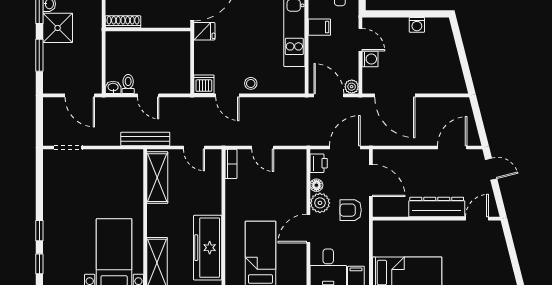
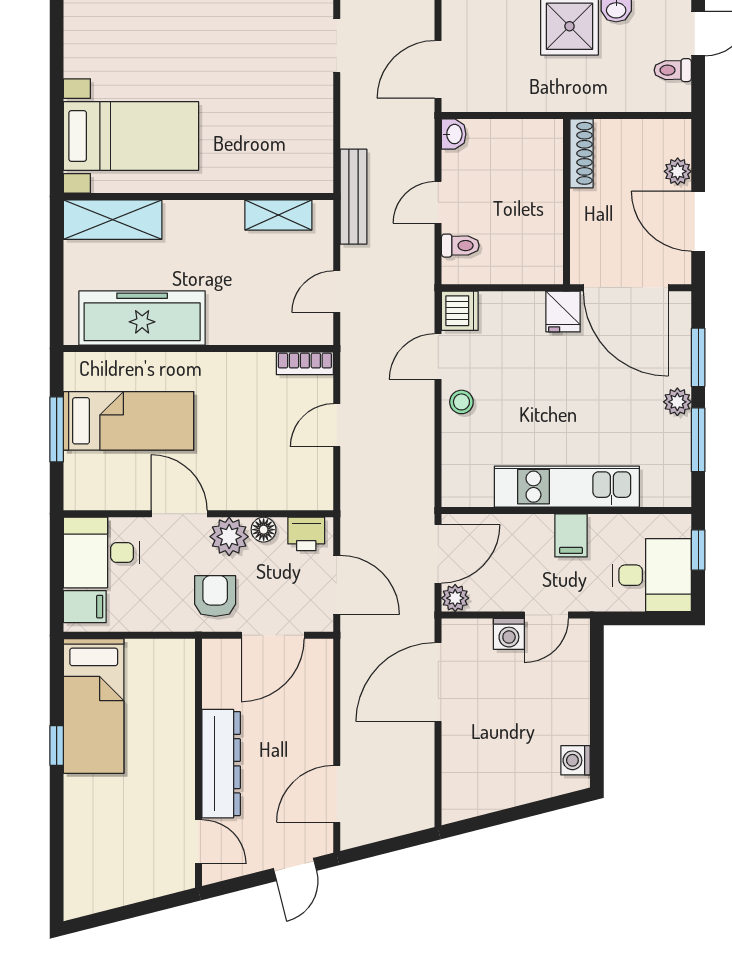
washing machine: (417, 25) -> (575, 760), moved
toilet: (128, 84) -> (460, 246), moved
door: (452, 148) -> (337, 794), swing flipped
shelving: (157, 178) -> (278, 215), width x0.67, depth x0.75

